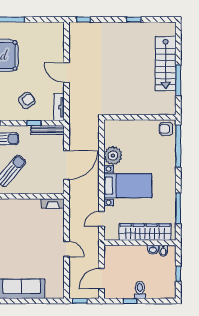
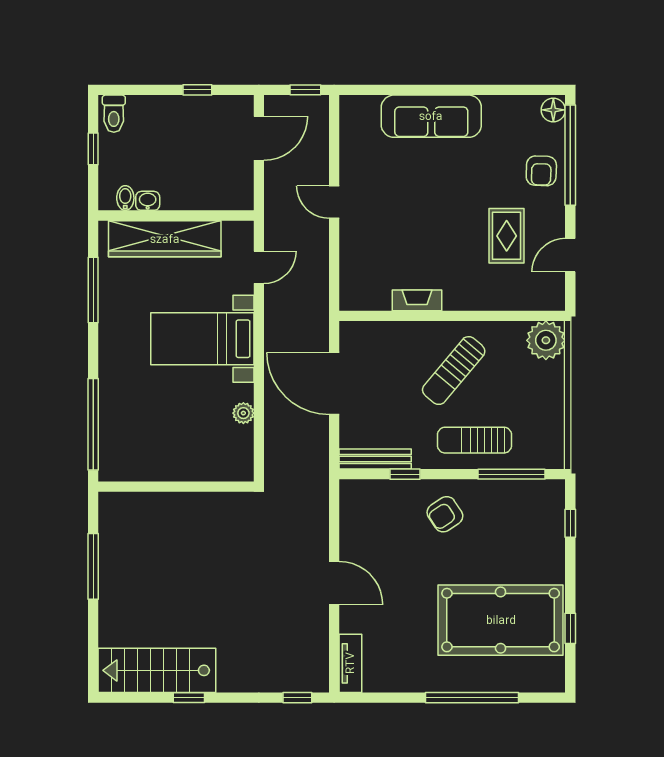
stairs: (166, 64) -> (157, 670), moved, turned -90
armchair: (27, 101) -> (445, 514), moved
tv unit: (59, 107) -> (350, 663), moved
armchair: (166, 129) -> (119, 461), removed
plant: (113, 156) -> (243, 413), width x0.53, depth x0.53
door: (67, 165) -> (334, 384), hinge flipped
fireplace: (53, 204) -> (417, 300), moved
toilet: (140, 290) -> (114, 114), moved

